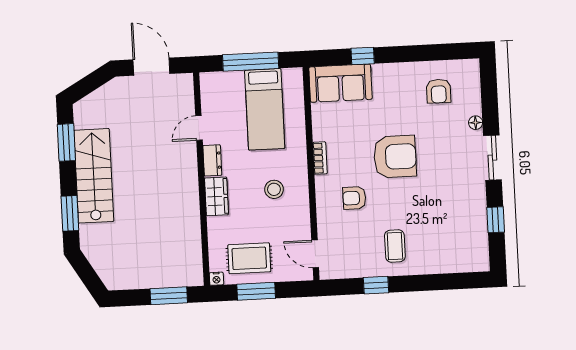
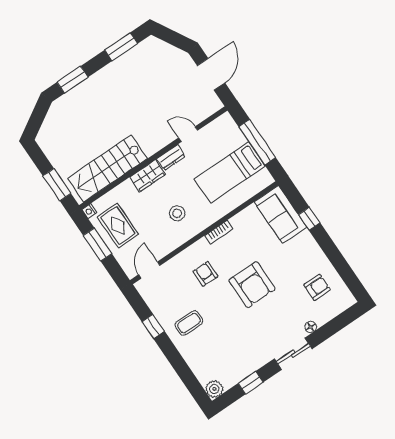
armchair: (439, 91) -> (317, 287), turned 180
stairs: (94, 176) -> (107, 168), moved, turned 180
plant: (479, 261) -> (214, 389), added

